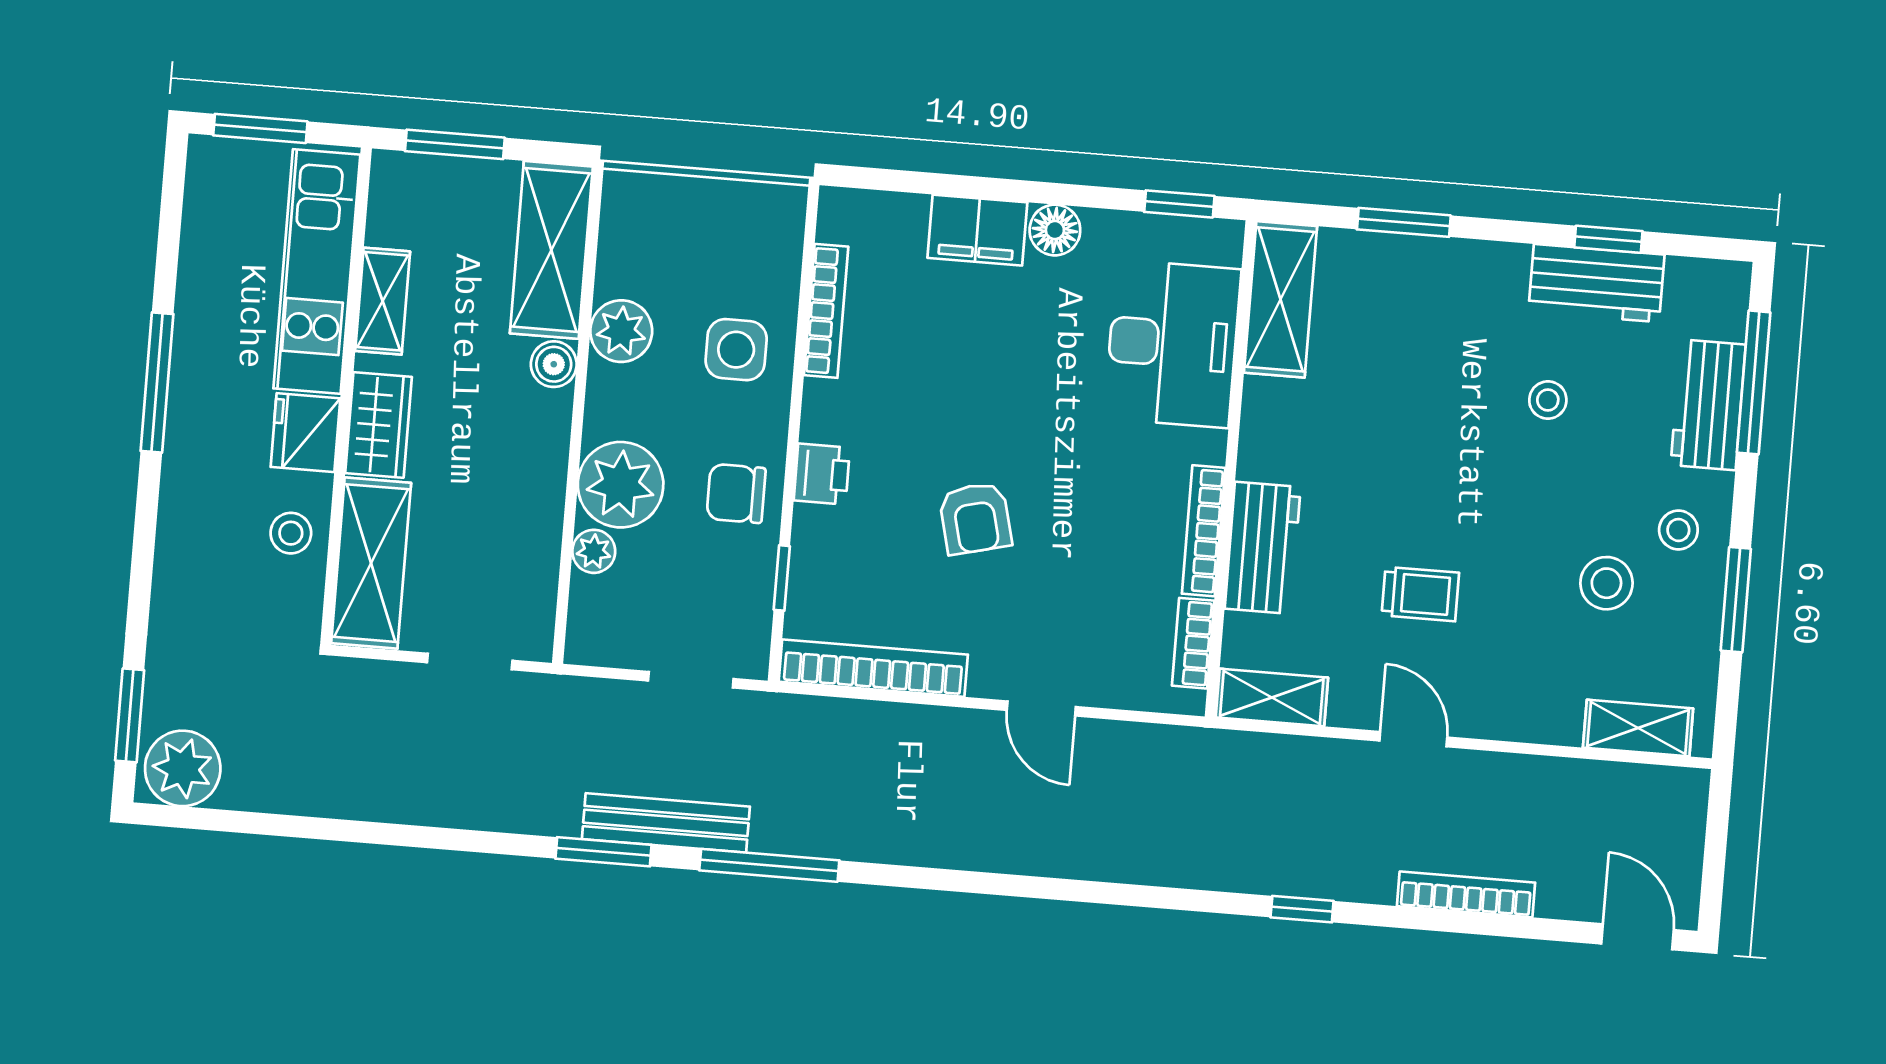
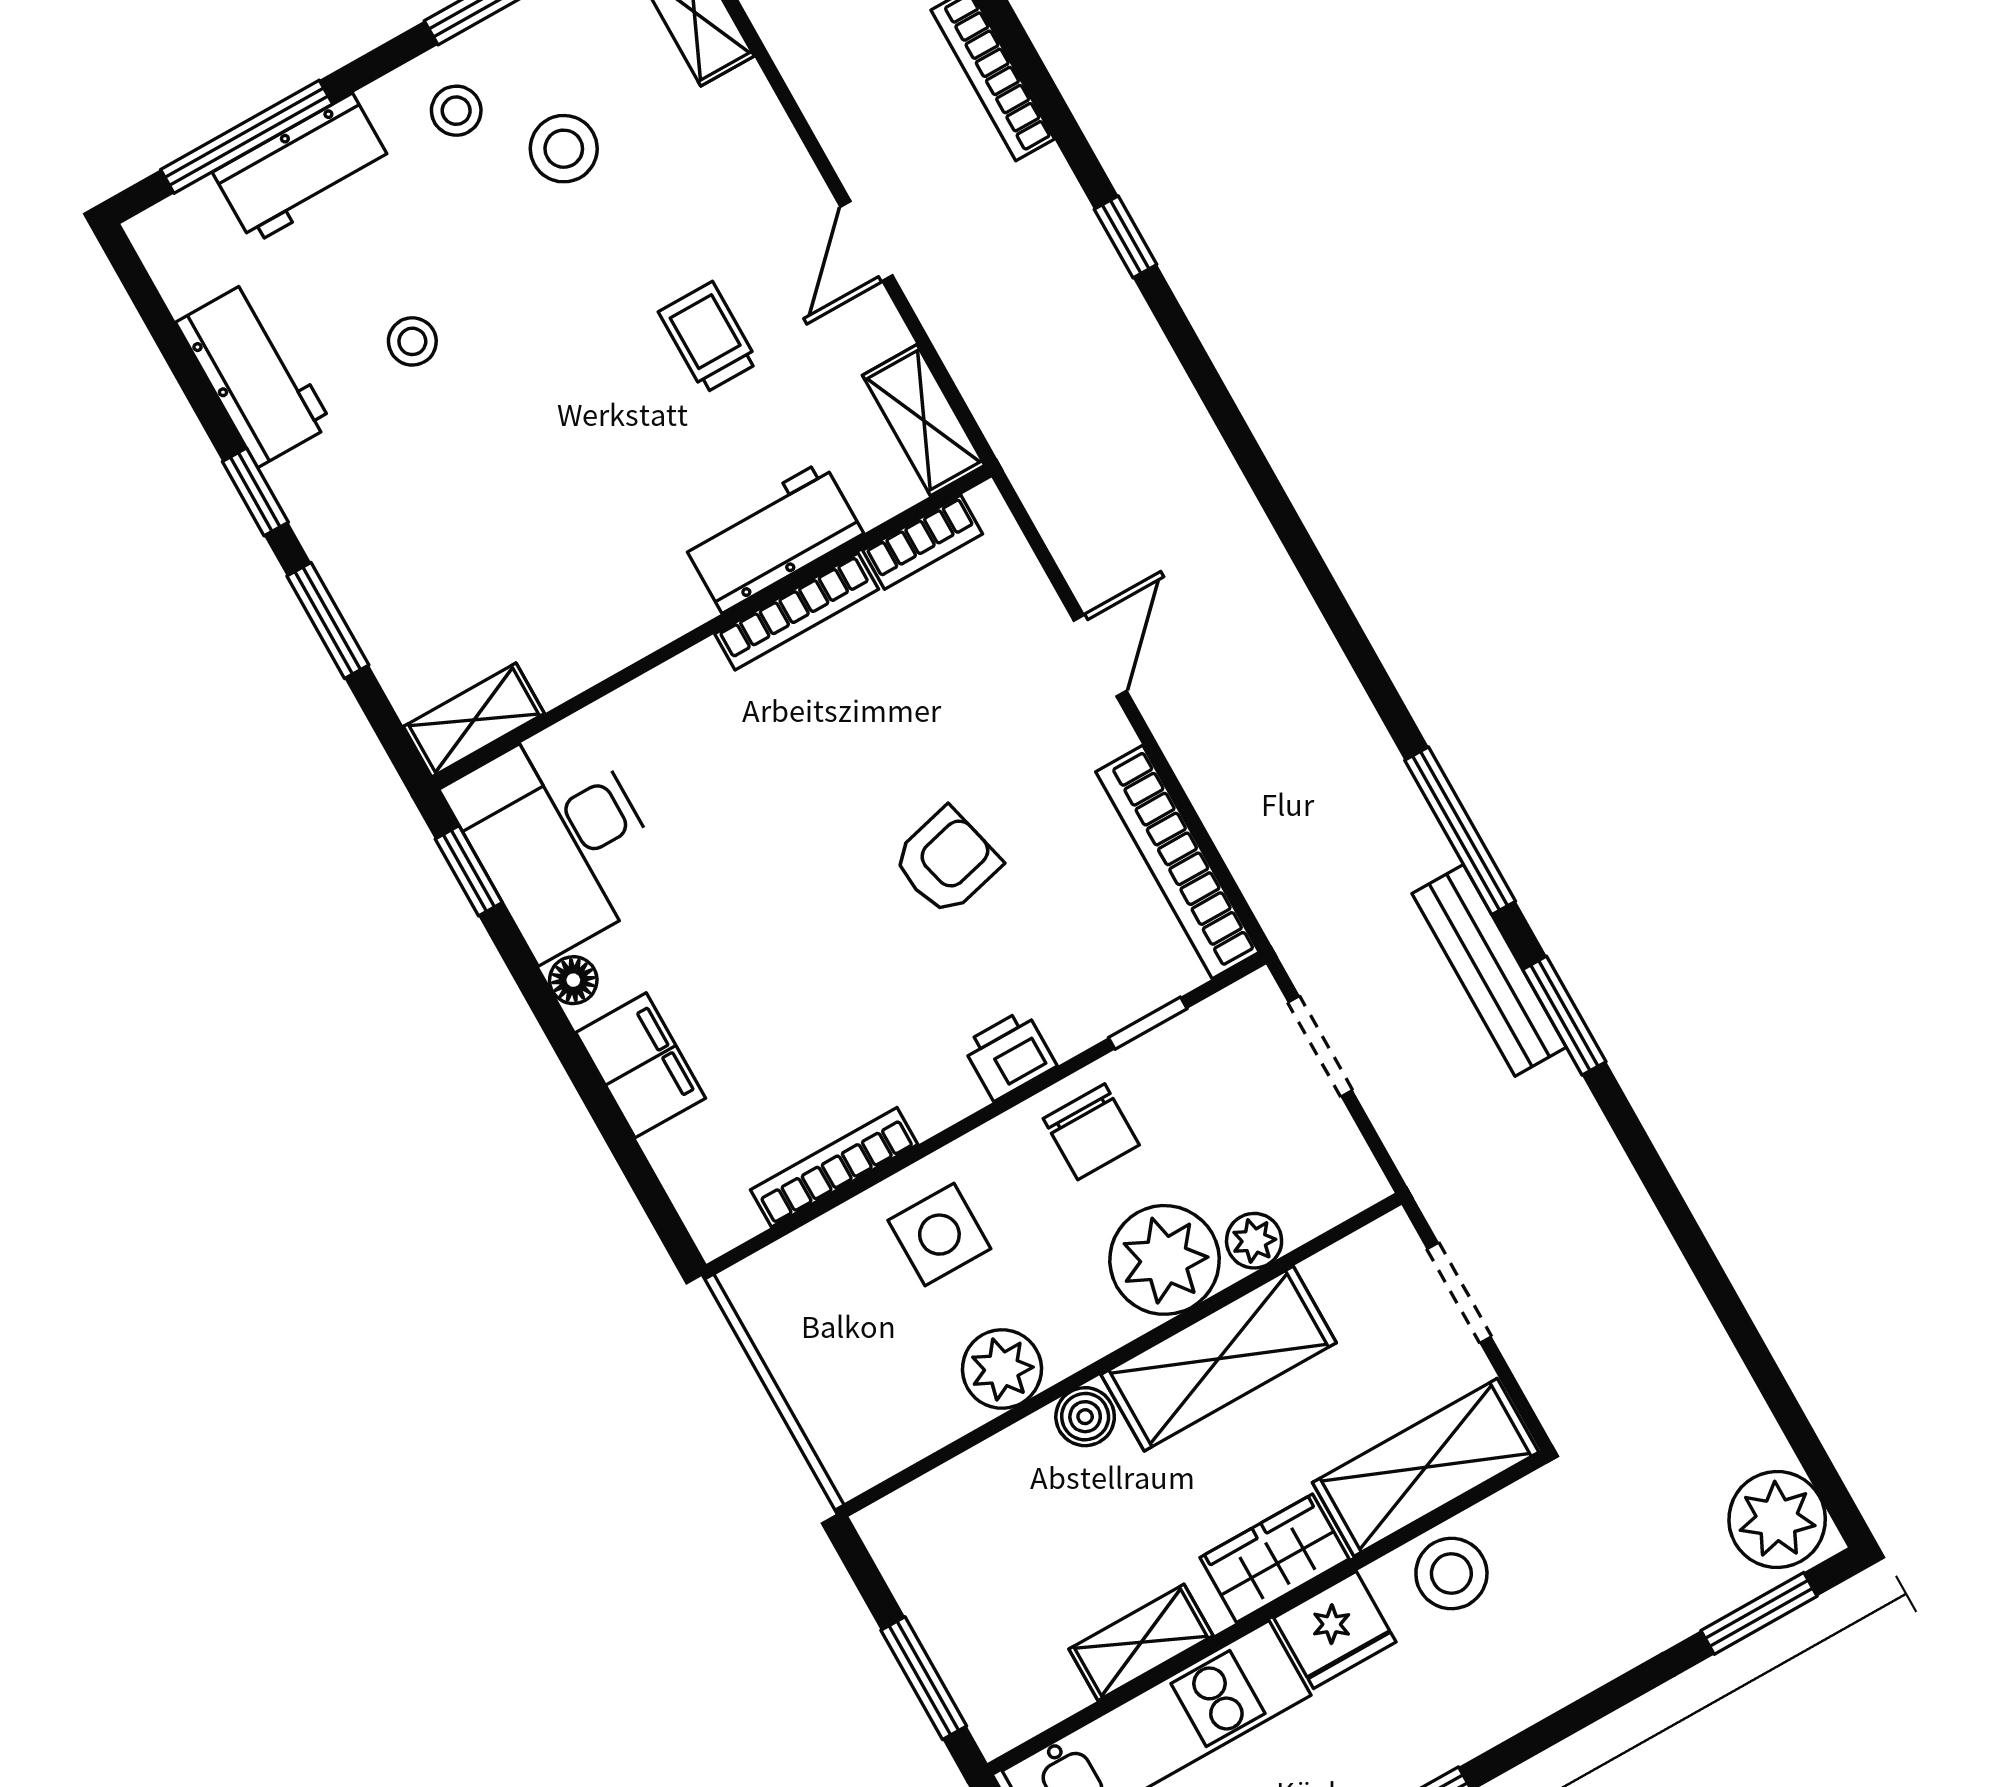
floor lamp: (1055, 230) -> (573, 980), width x0.73, depth x0.73
window: (1608, 239) -> (255, 492), moved
shelving: (551, 250) -> (1219, 1359), moved
shelving: (1280, 299) -> (474, 720), width x0.67, depth x0.75
desk: (1173, 344) -> (558, 838), moved, turned -90
stool: (291, 533) -> (1451, 1573), width x1.37, depth x1.37

